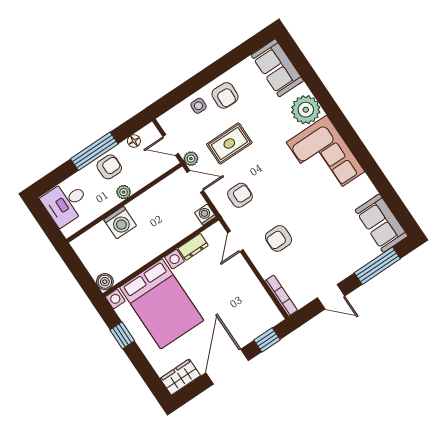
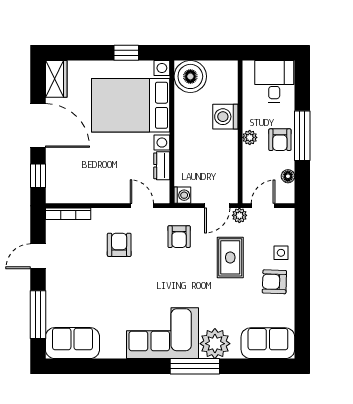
window: (335, 114) -> (195, 366), added
boiler: (105, 282) -> (190, 76), width x1.86, depth x1.86

